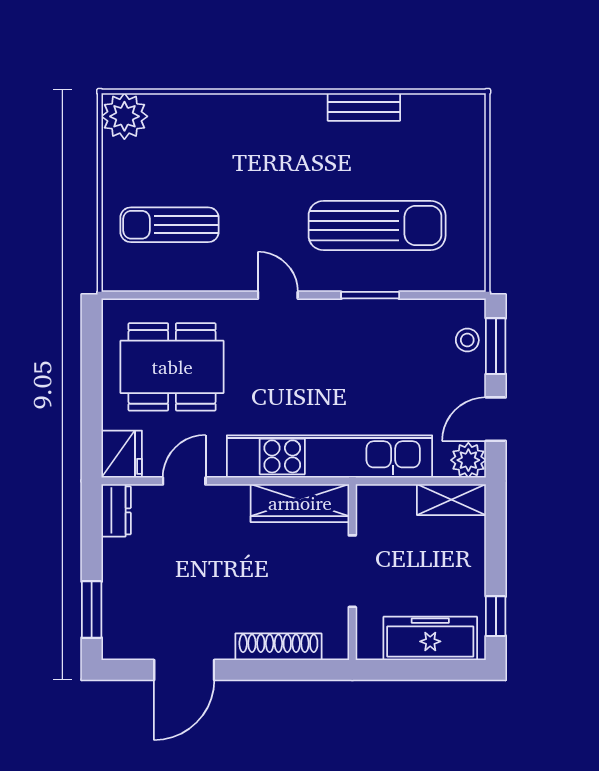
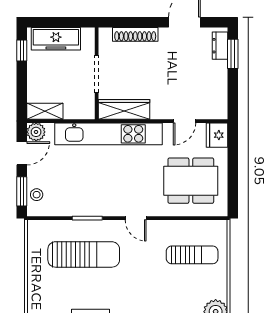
sun lounger: (377, 225) -> (84, 254), turned 180
dresser: (116, 510) -> (220, 46), moved

